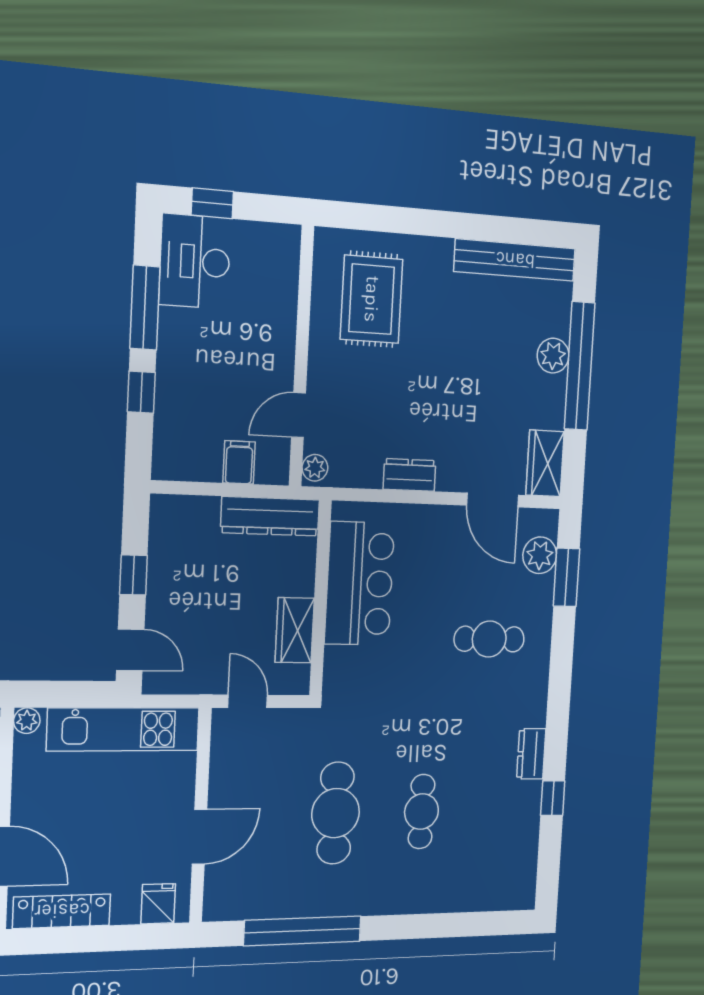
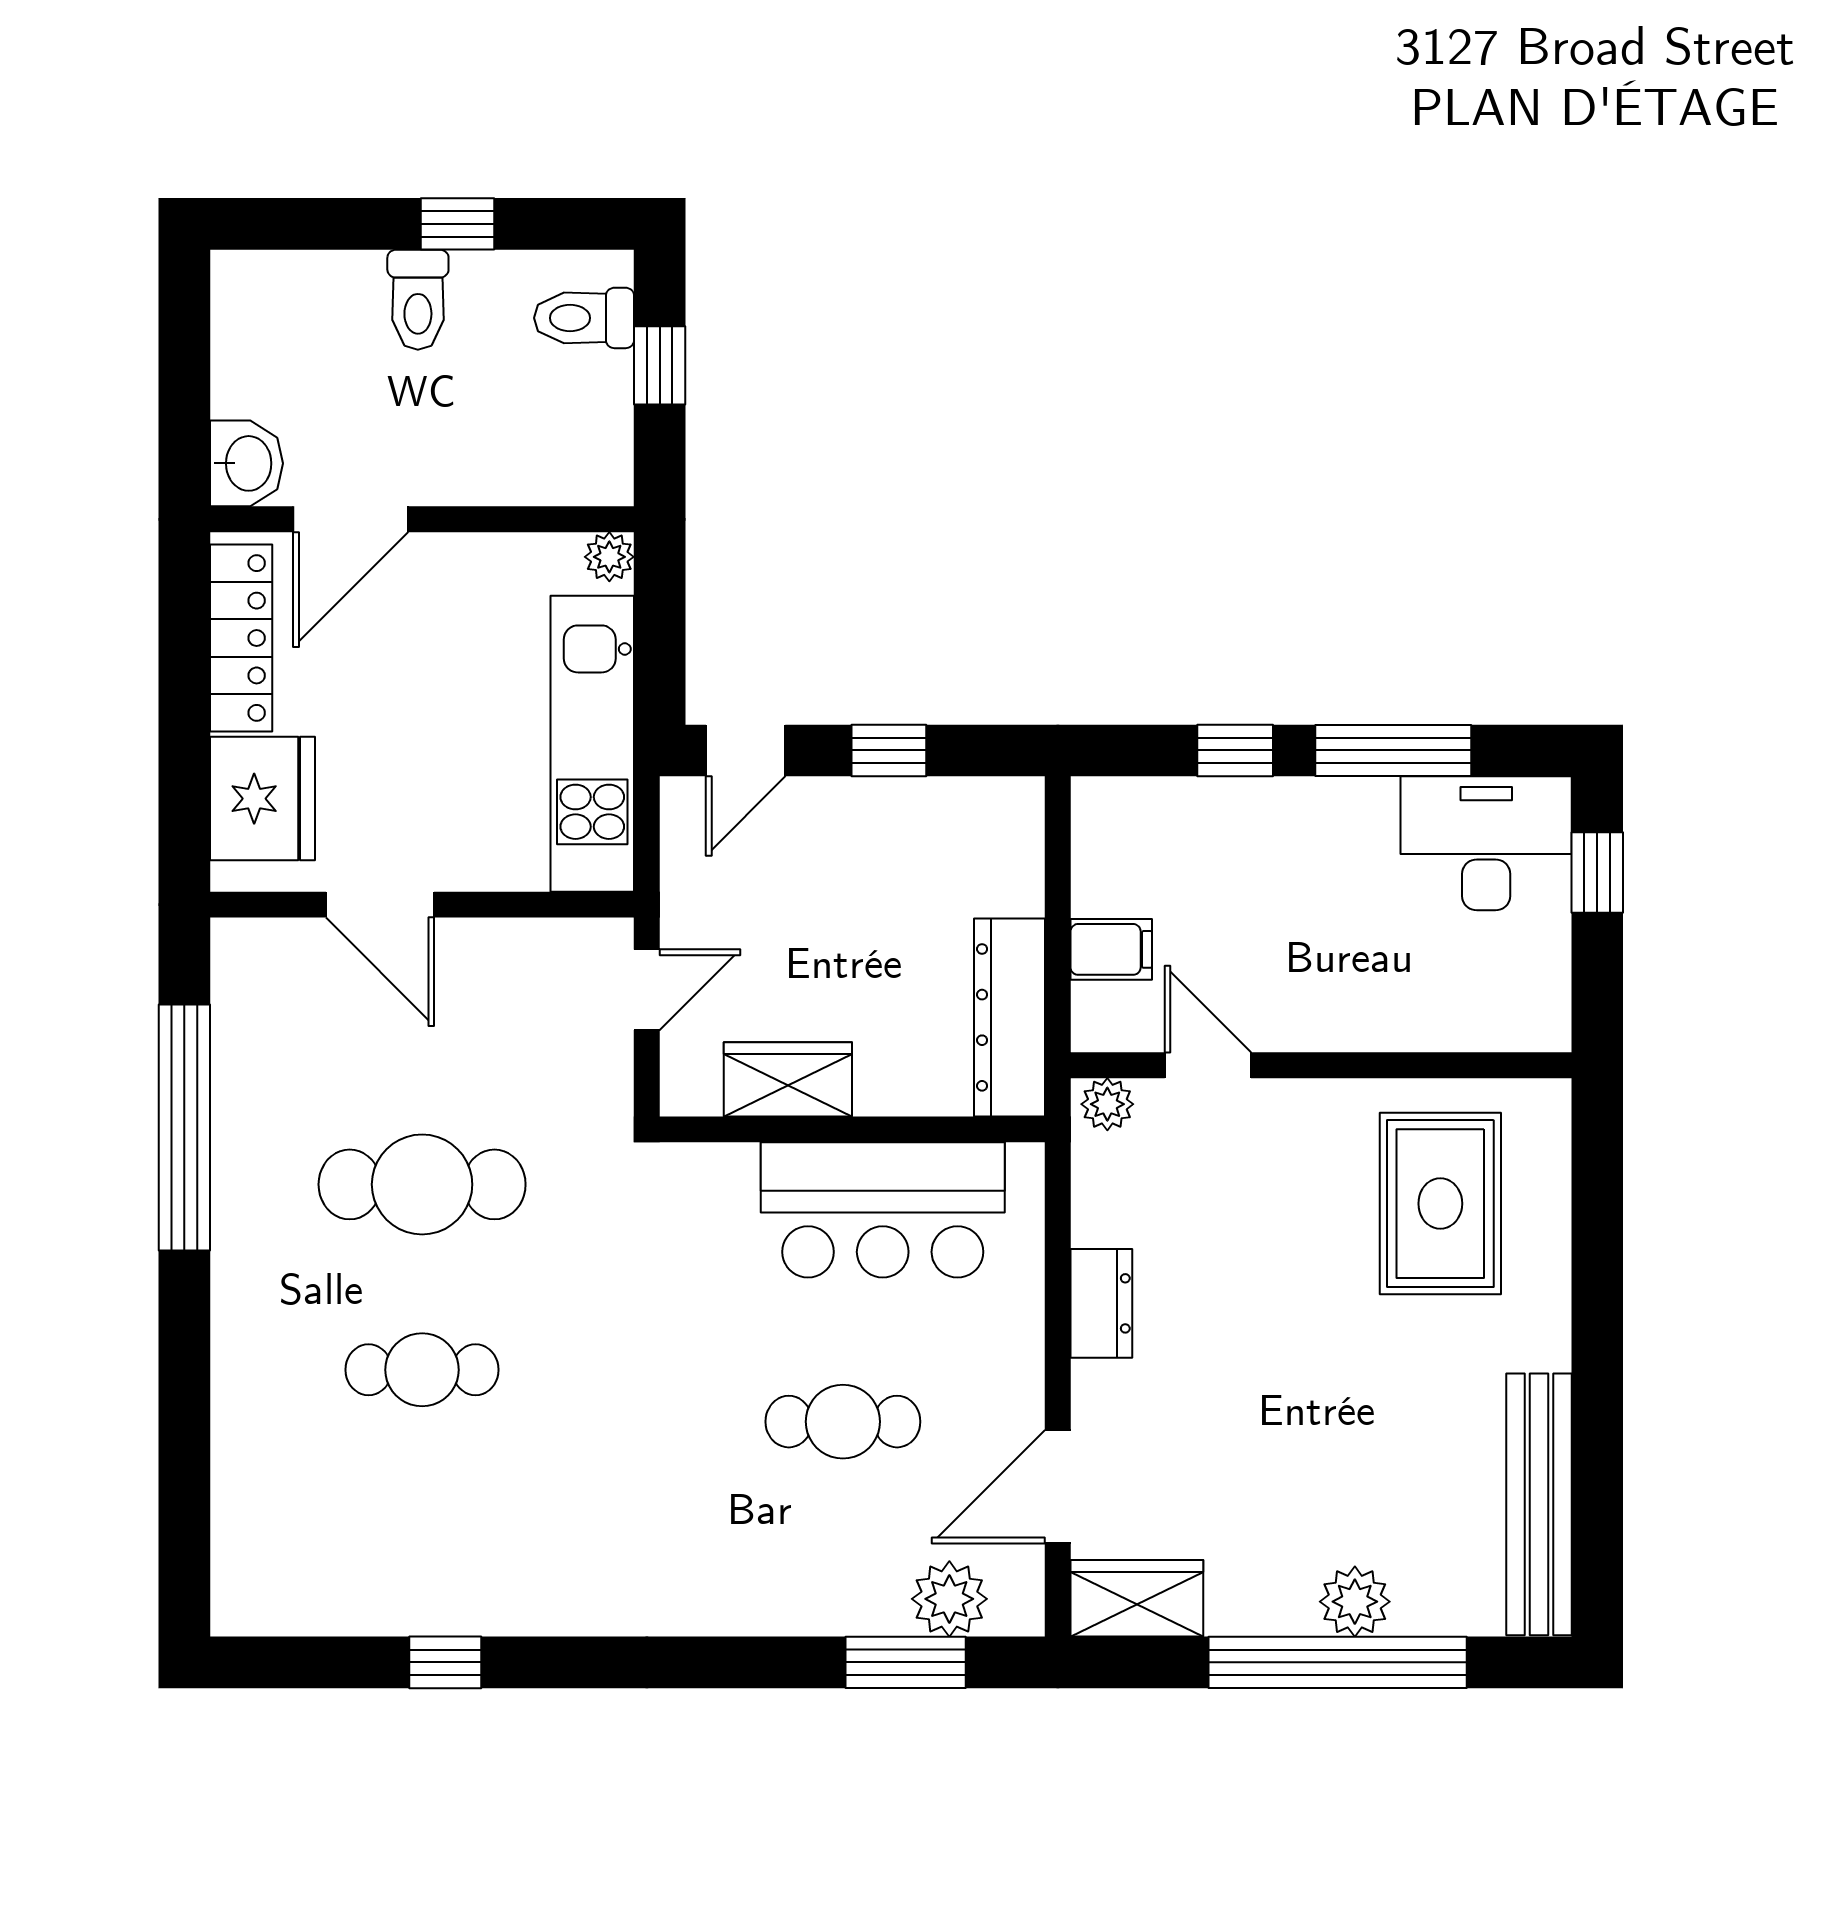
rug: (372, 299) -> (1440, 1204), turned 90
cafe table: (489, 639) -> (843, 1422), moved, turned 90
dresser: (531, 754) -> (539, 1607), removed
fridge: (158, 904) -> (263, 799), width x1.88, depth x1.34

